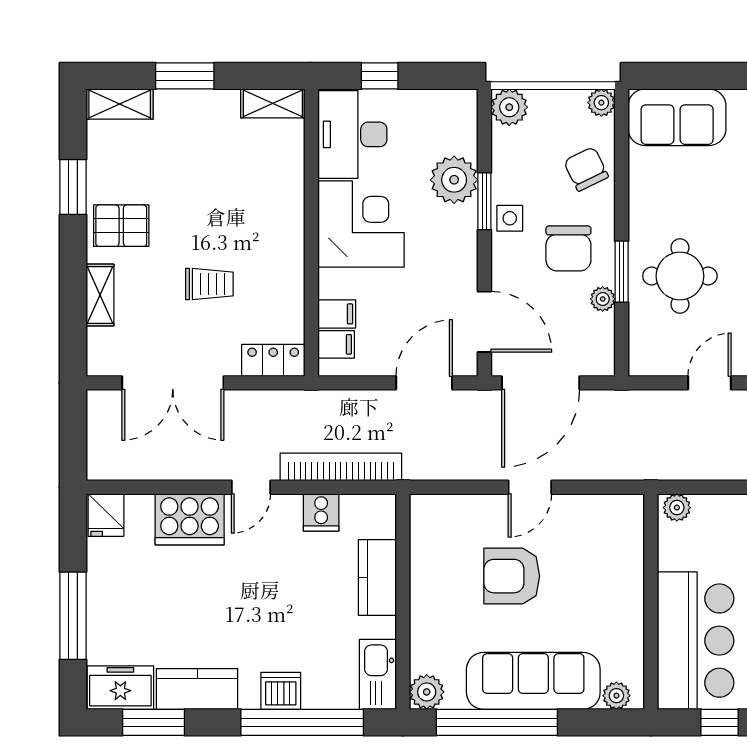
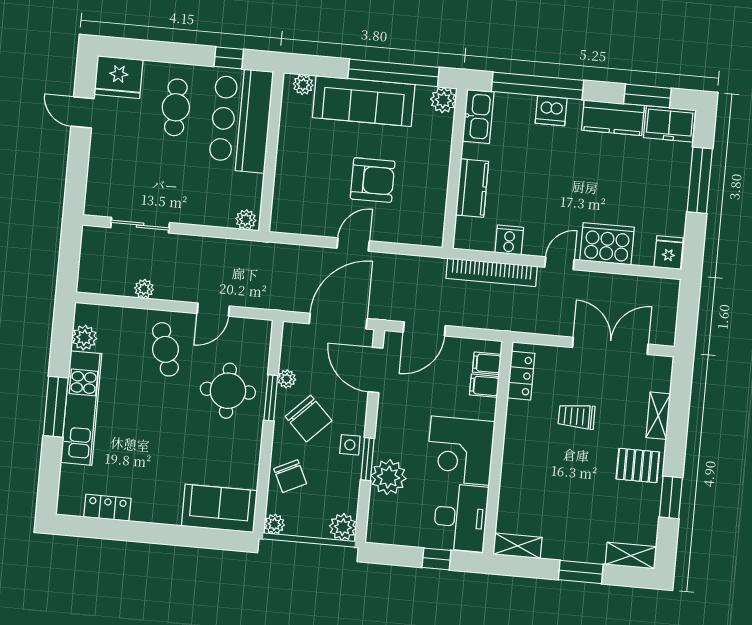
chair: (568, 248) -> (309, 419), turned 135
locker: (273, 360) -> (521, 376), moved, turned -90

